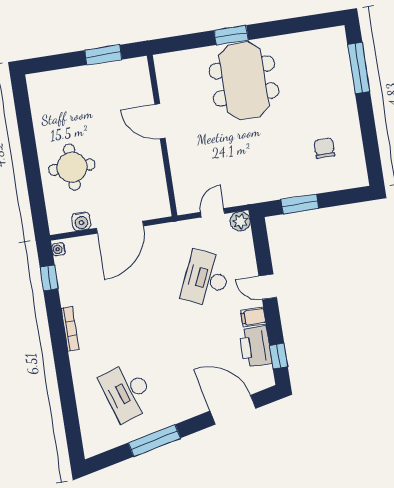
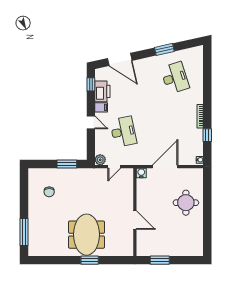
water cooler: (81, 221) -> (141, 173), moved
window: (49, 278) -> (207, 135), moved
desk: (206, 279) -> (123, 132), turned -36
window: (154, 440) -> (164, 49), width x0.69

